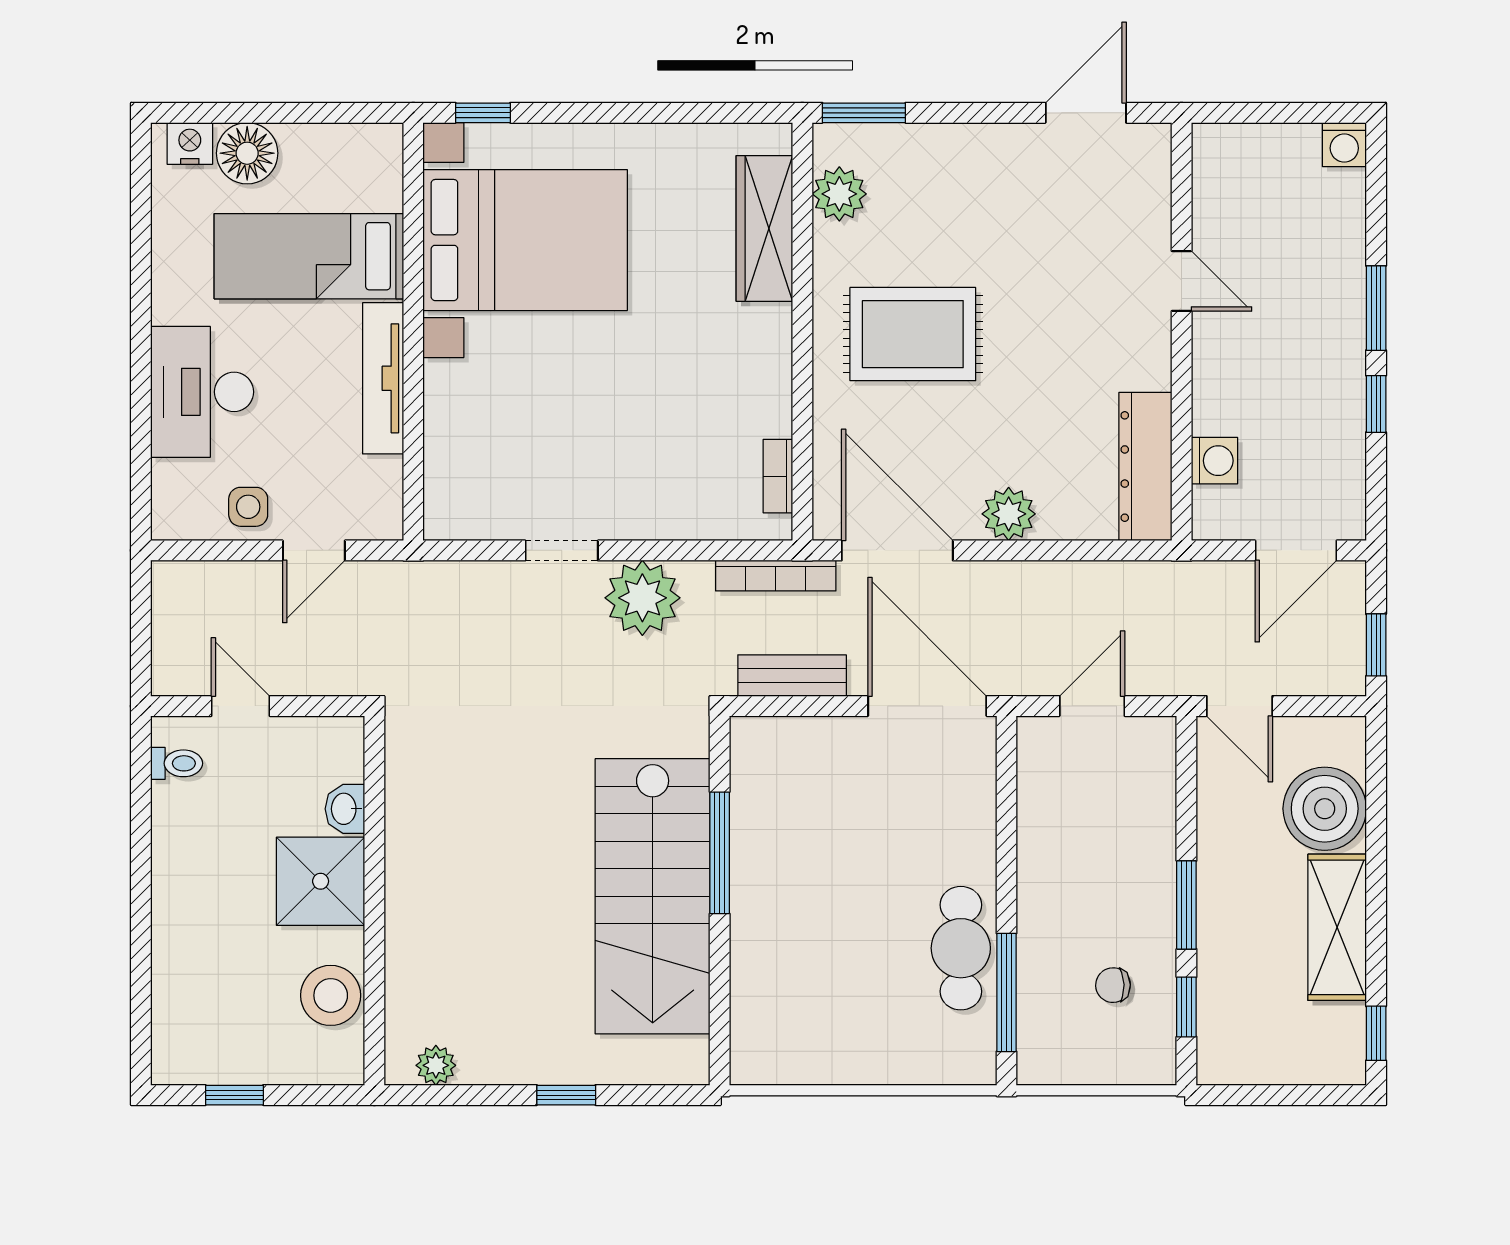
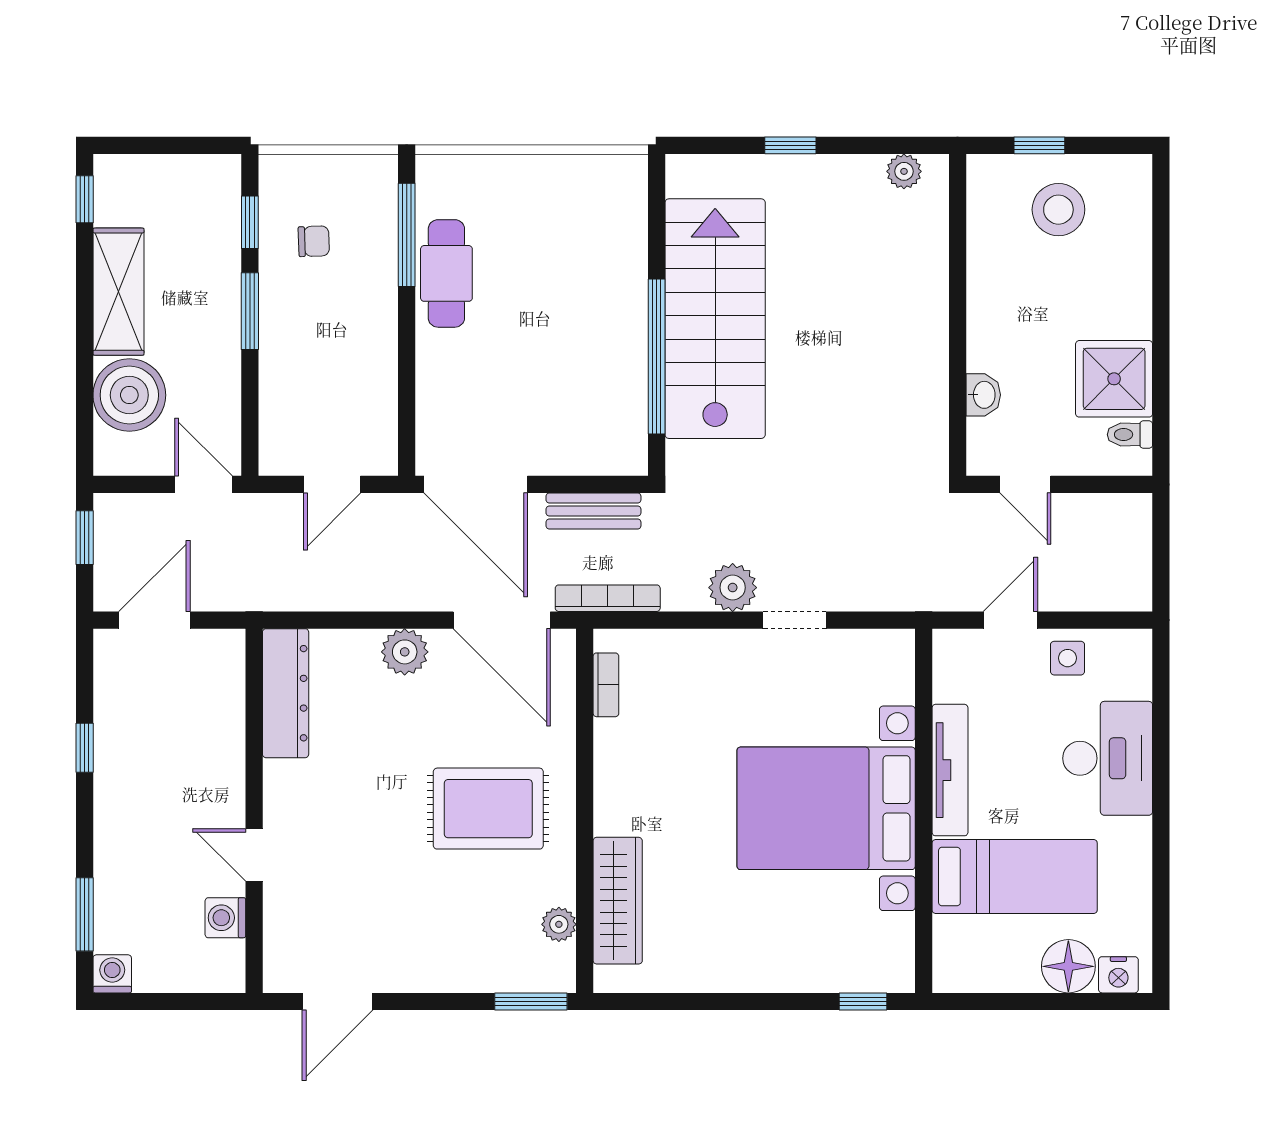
plant: (839, 194) -> (559, 924), width x0.73, depth x0.73
bed with nightstands: (525, 240) -> (826, 808), moved
window: (1376, 308) -> (85, 914), moved
washing machine: (1215, 461) -> (225, 918), moved
plant: (642, 598) -> (733, 588), width x0.73, depth x0.73
door: (240, 706) -> (1025, 484), moved
window: (720, 853) -> (657, 357), width x1.46
shower: (321, 881) -> (1114, 379), moved
stool: (331, 995) -> (1058, 210), moved
window: (234, 1095) -> (1039, 145), moved

